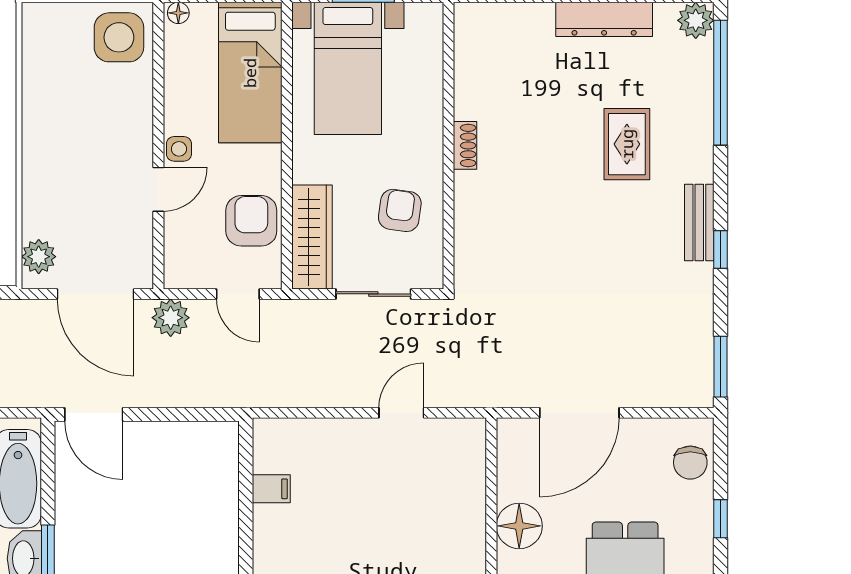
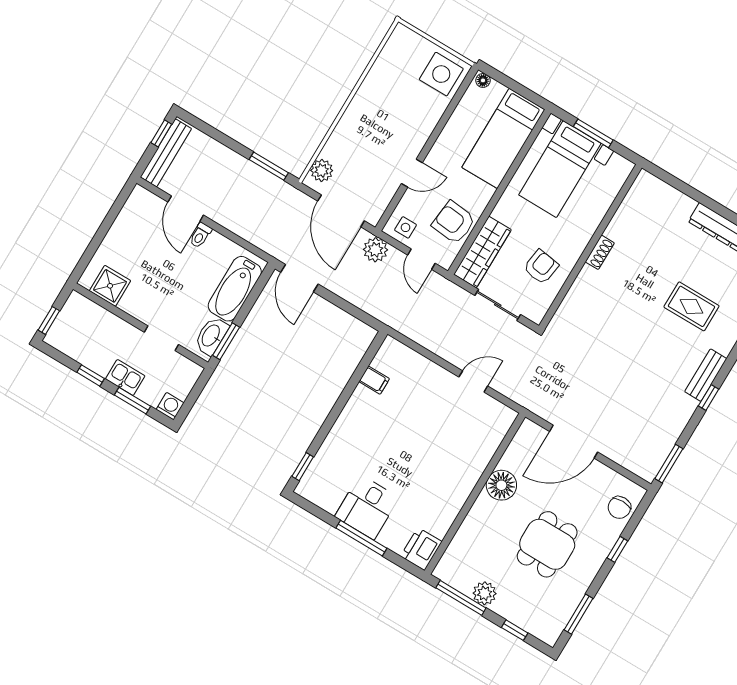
rug: (627, 144) -> (691, 306), turned 90
side table: (179, 149) -> (406, 227), moved
armchair: (251, 221) -> (454, 222), turned -84

